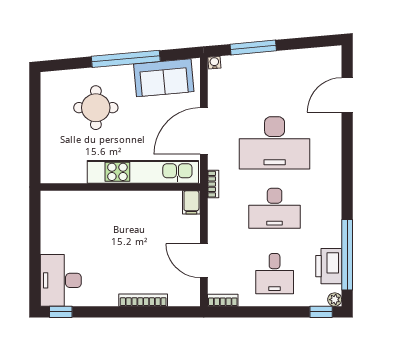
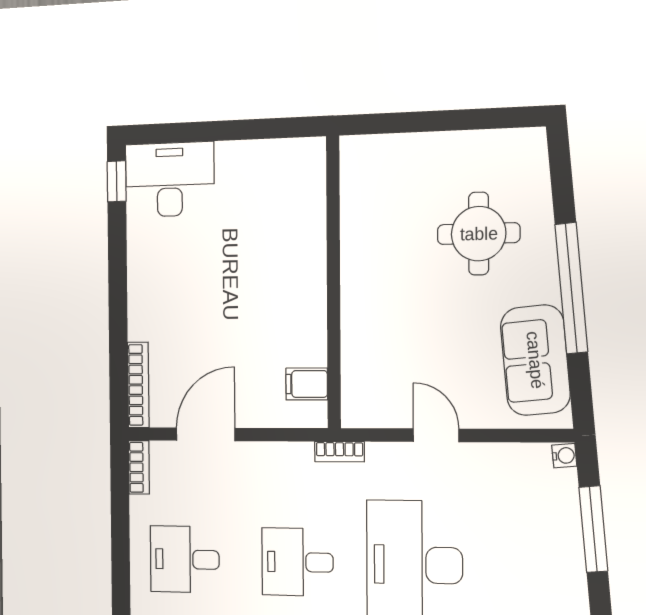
door: (204, 131) -> (436, 435), width x0.53
kitchen unit: (143, 172) -> (361, 324), removed
filing cabinet: (191, 202) -> (307, 384), moved
desk: (275, 208) -> (297, 562), width x0.73
bookcase: (143, 300) -> (138, 385), moved

